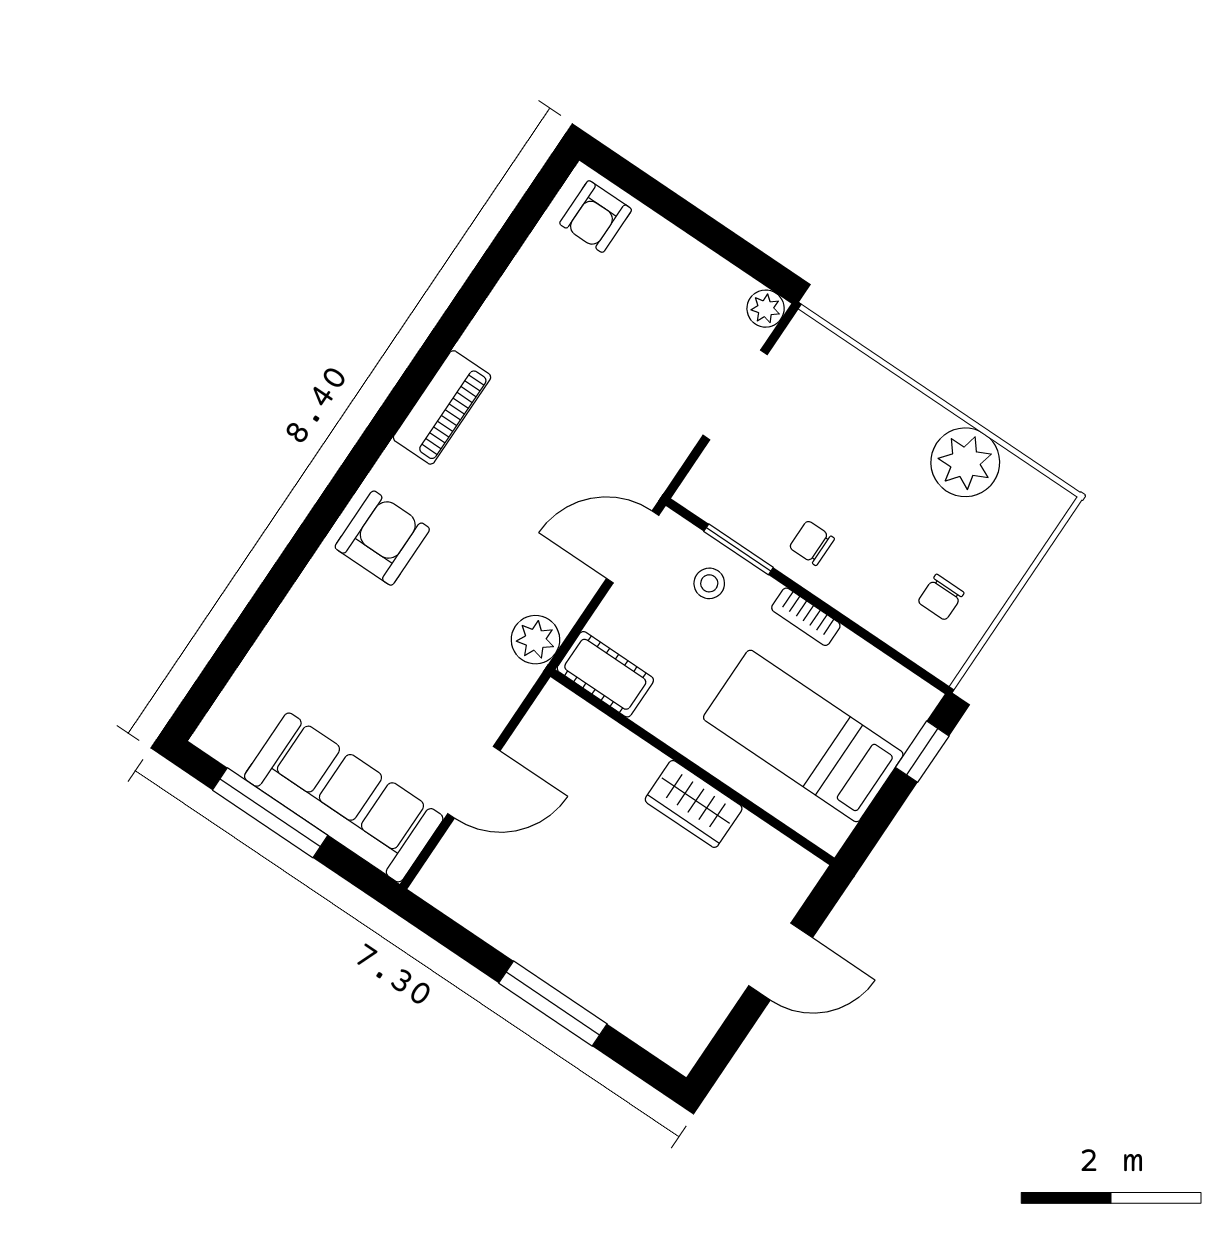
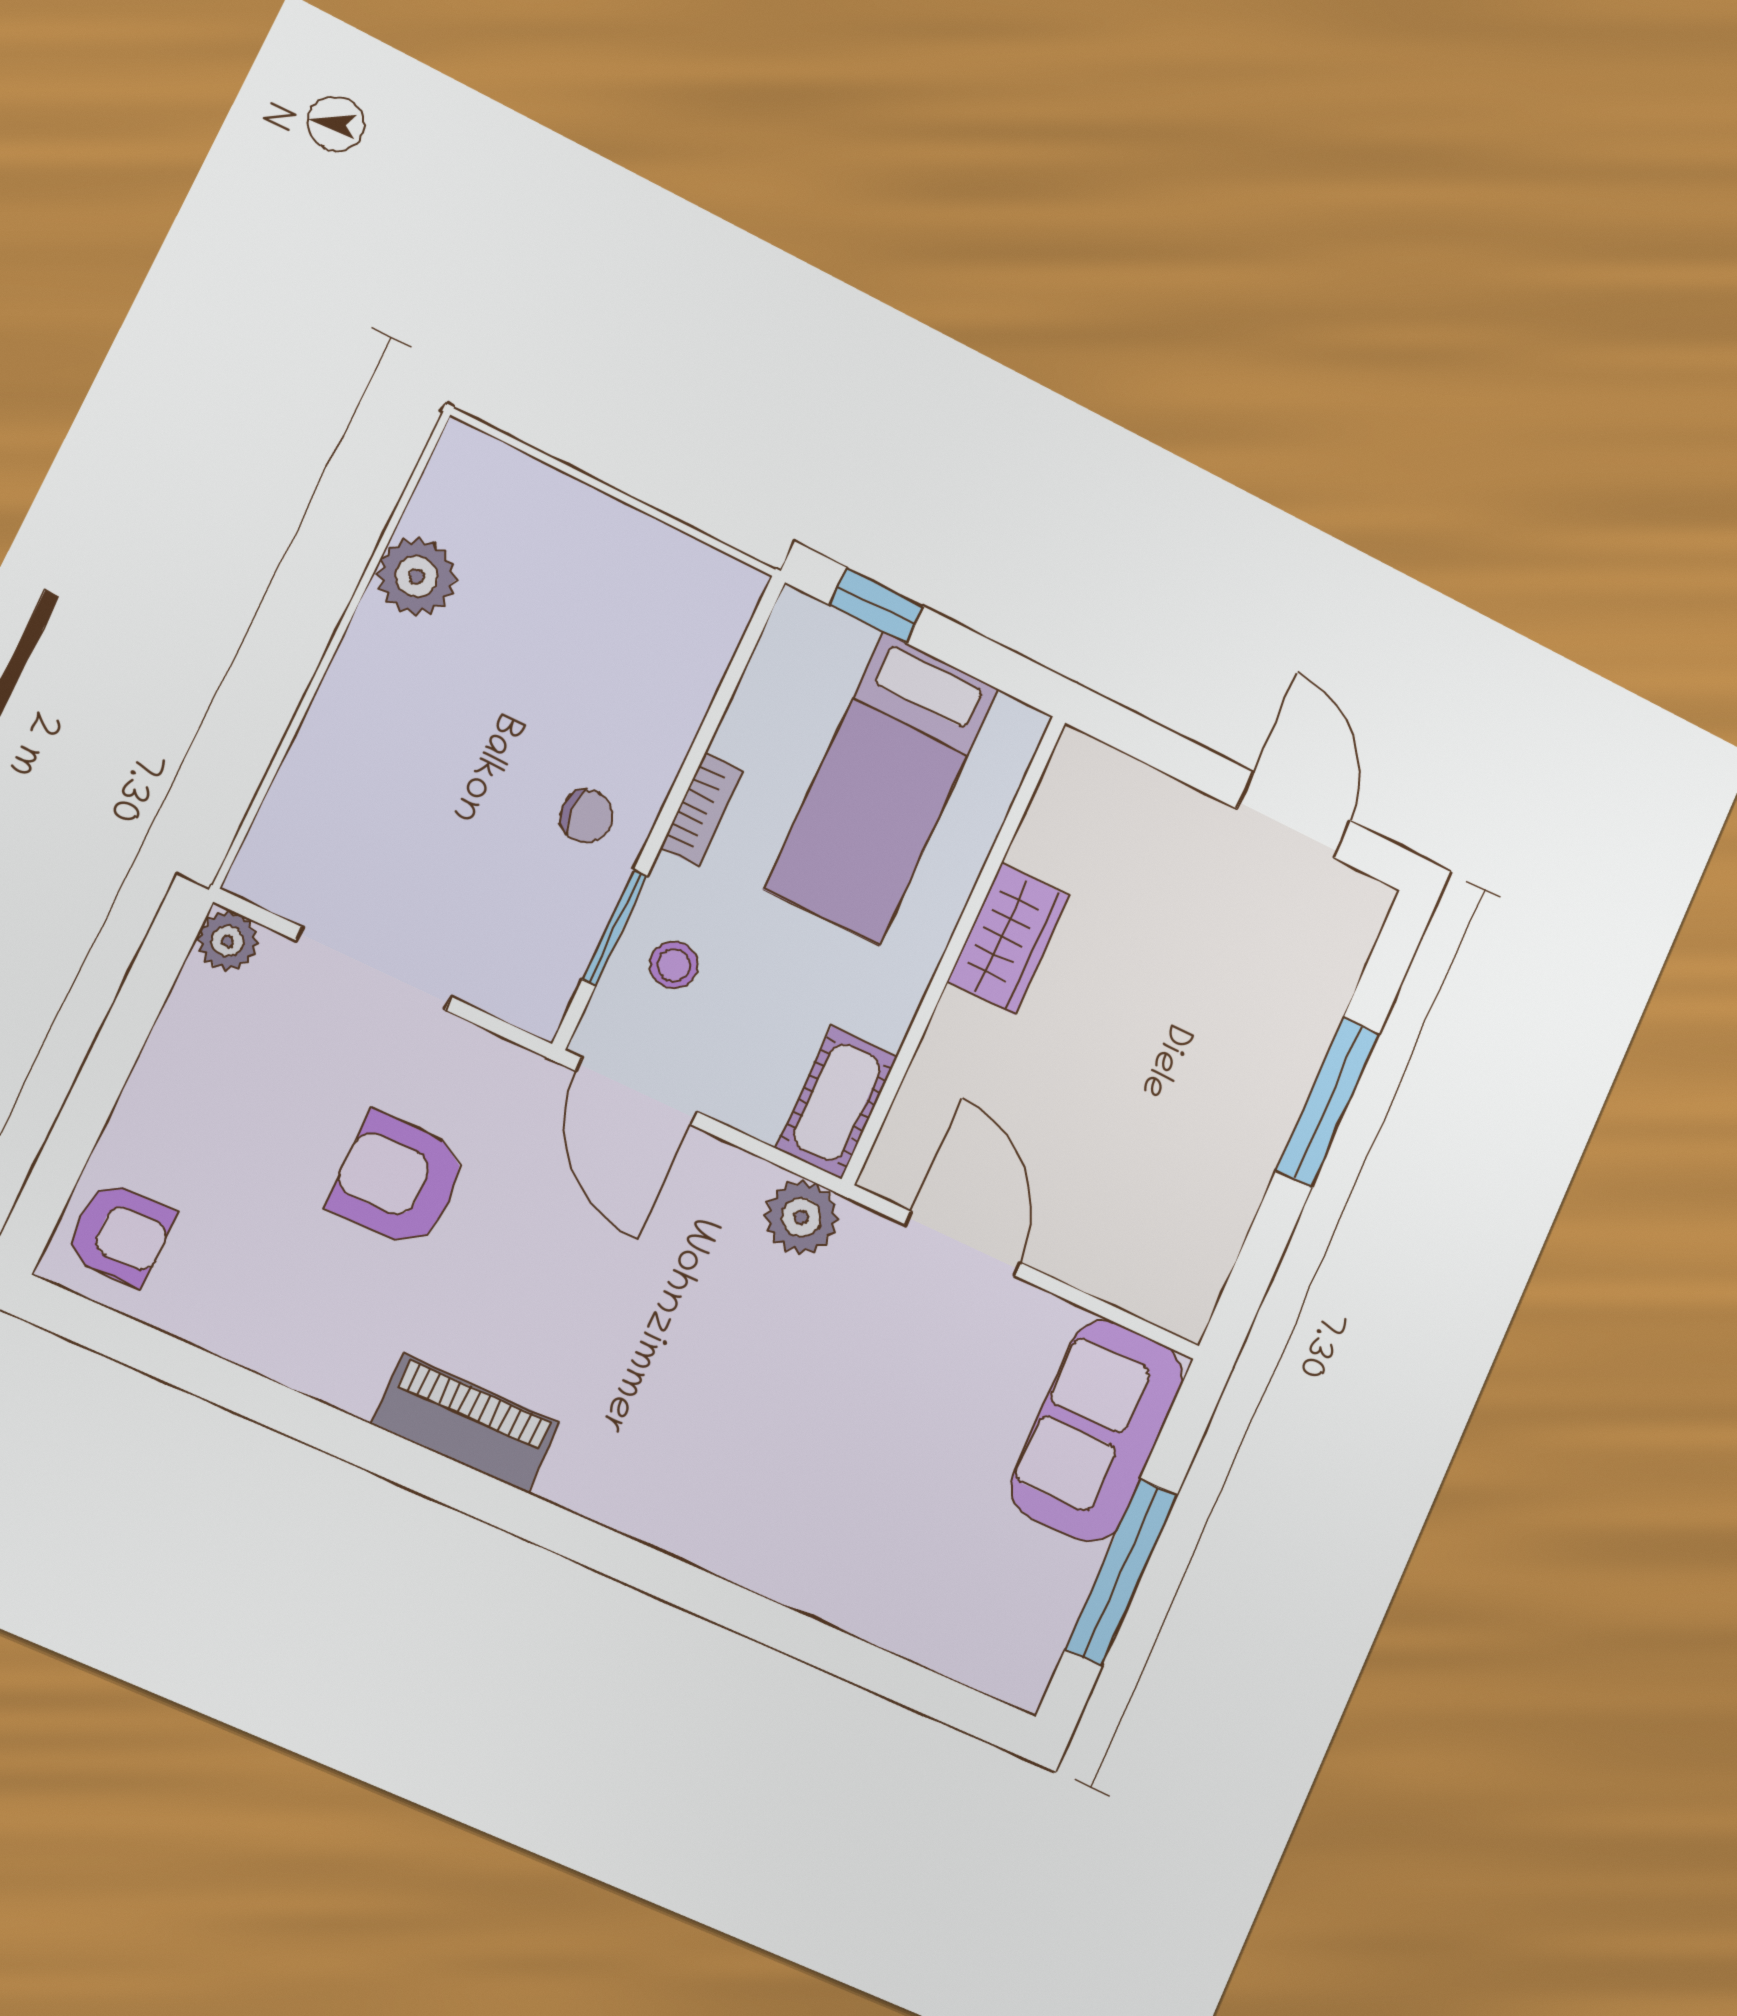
plant: (965, 462) -> (417, 576), width x0.73, depth x0.73
armchair: (382, 538) -> (398, 1180), moved
chair: (812, 543) -> (587, 816), turned -90
chair: (941, 597) -> (639, 607), removed
door: (474, 782) -> (963, 1244), moved
sofa: (344, 797) -> (1097, 1431), width x0.73
door: (781, 962) -> (1294, 815), moved

